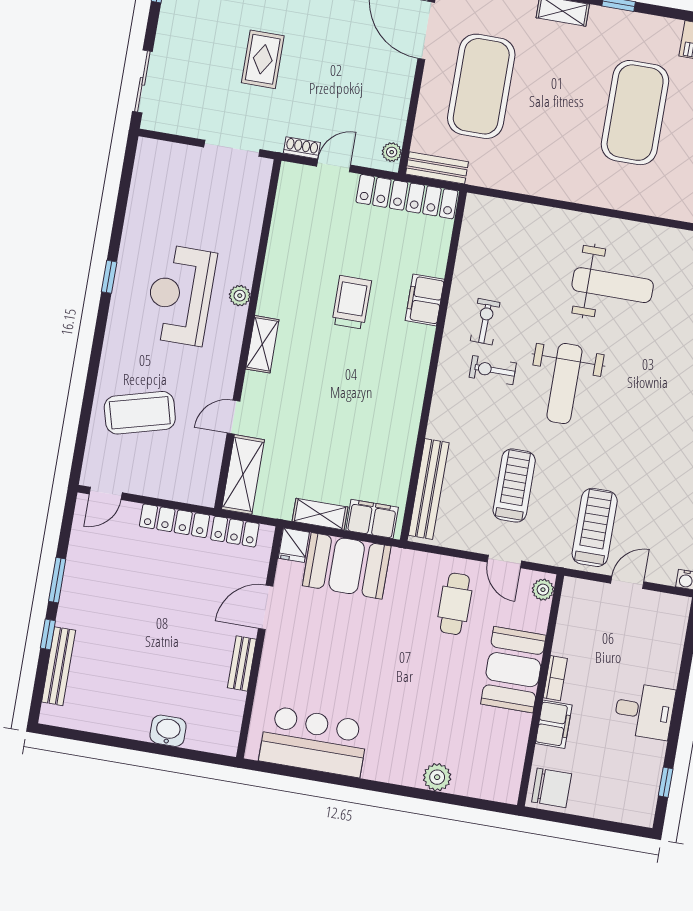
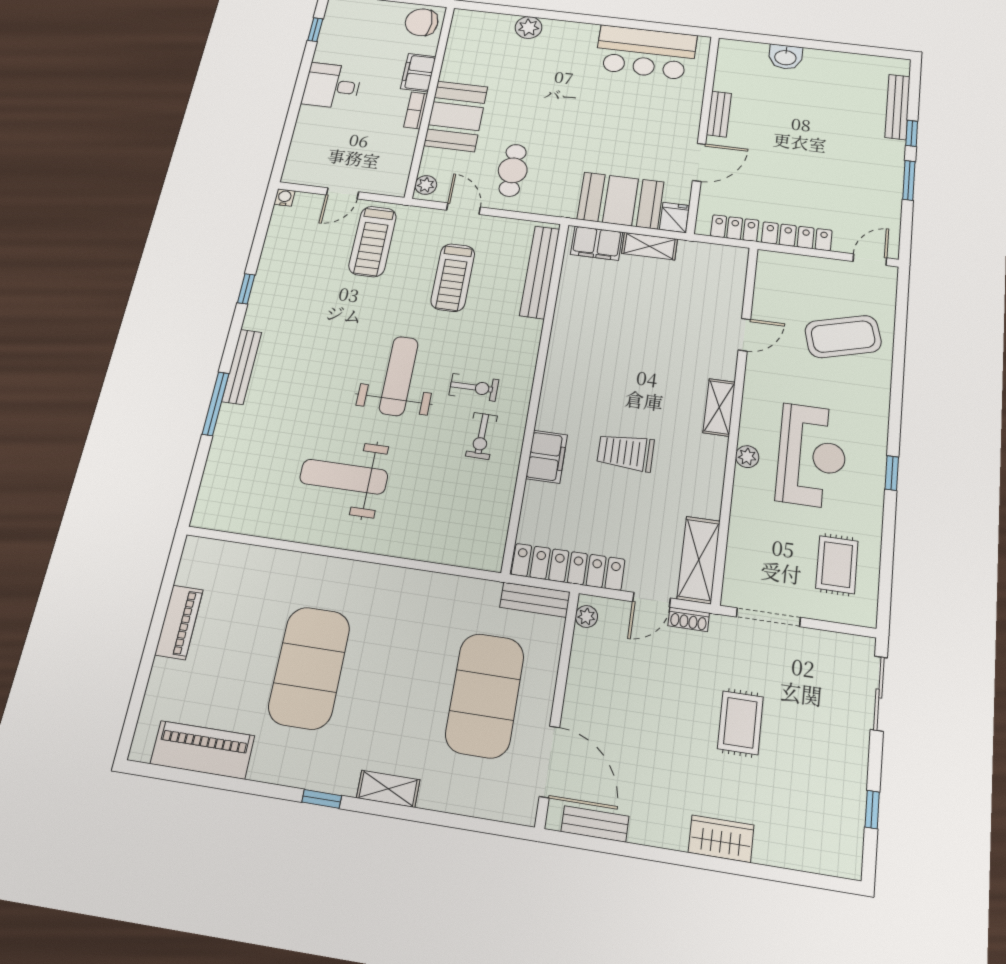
rug: (167, 194) -> (837, 565), added
trolley: (352, 302) -> (626, 452), turned 90
shelving: (243, 474) -> (699, 560), moved

